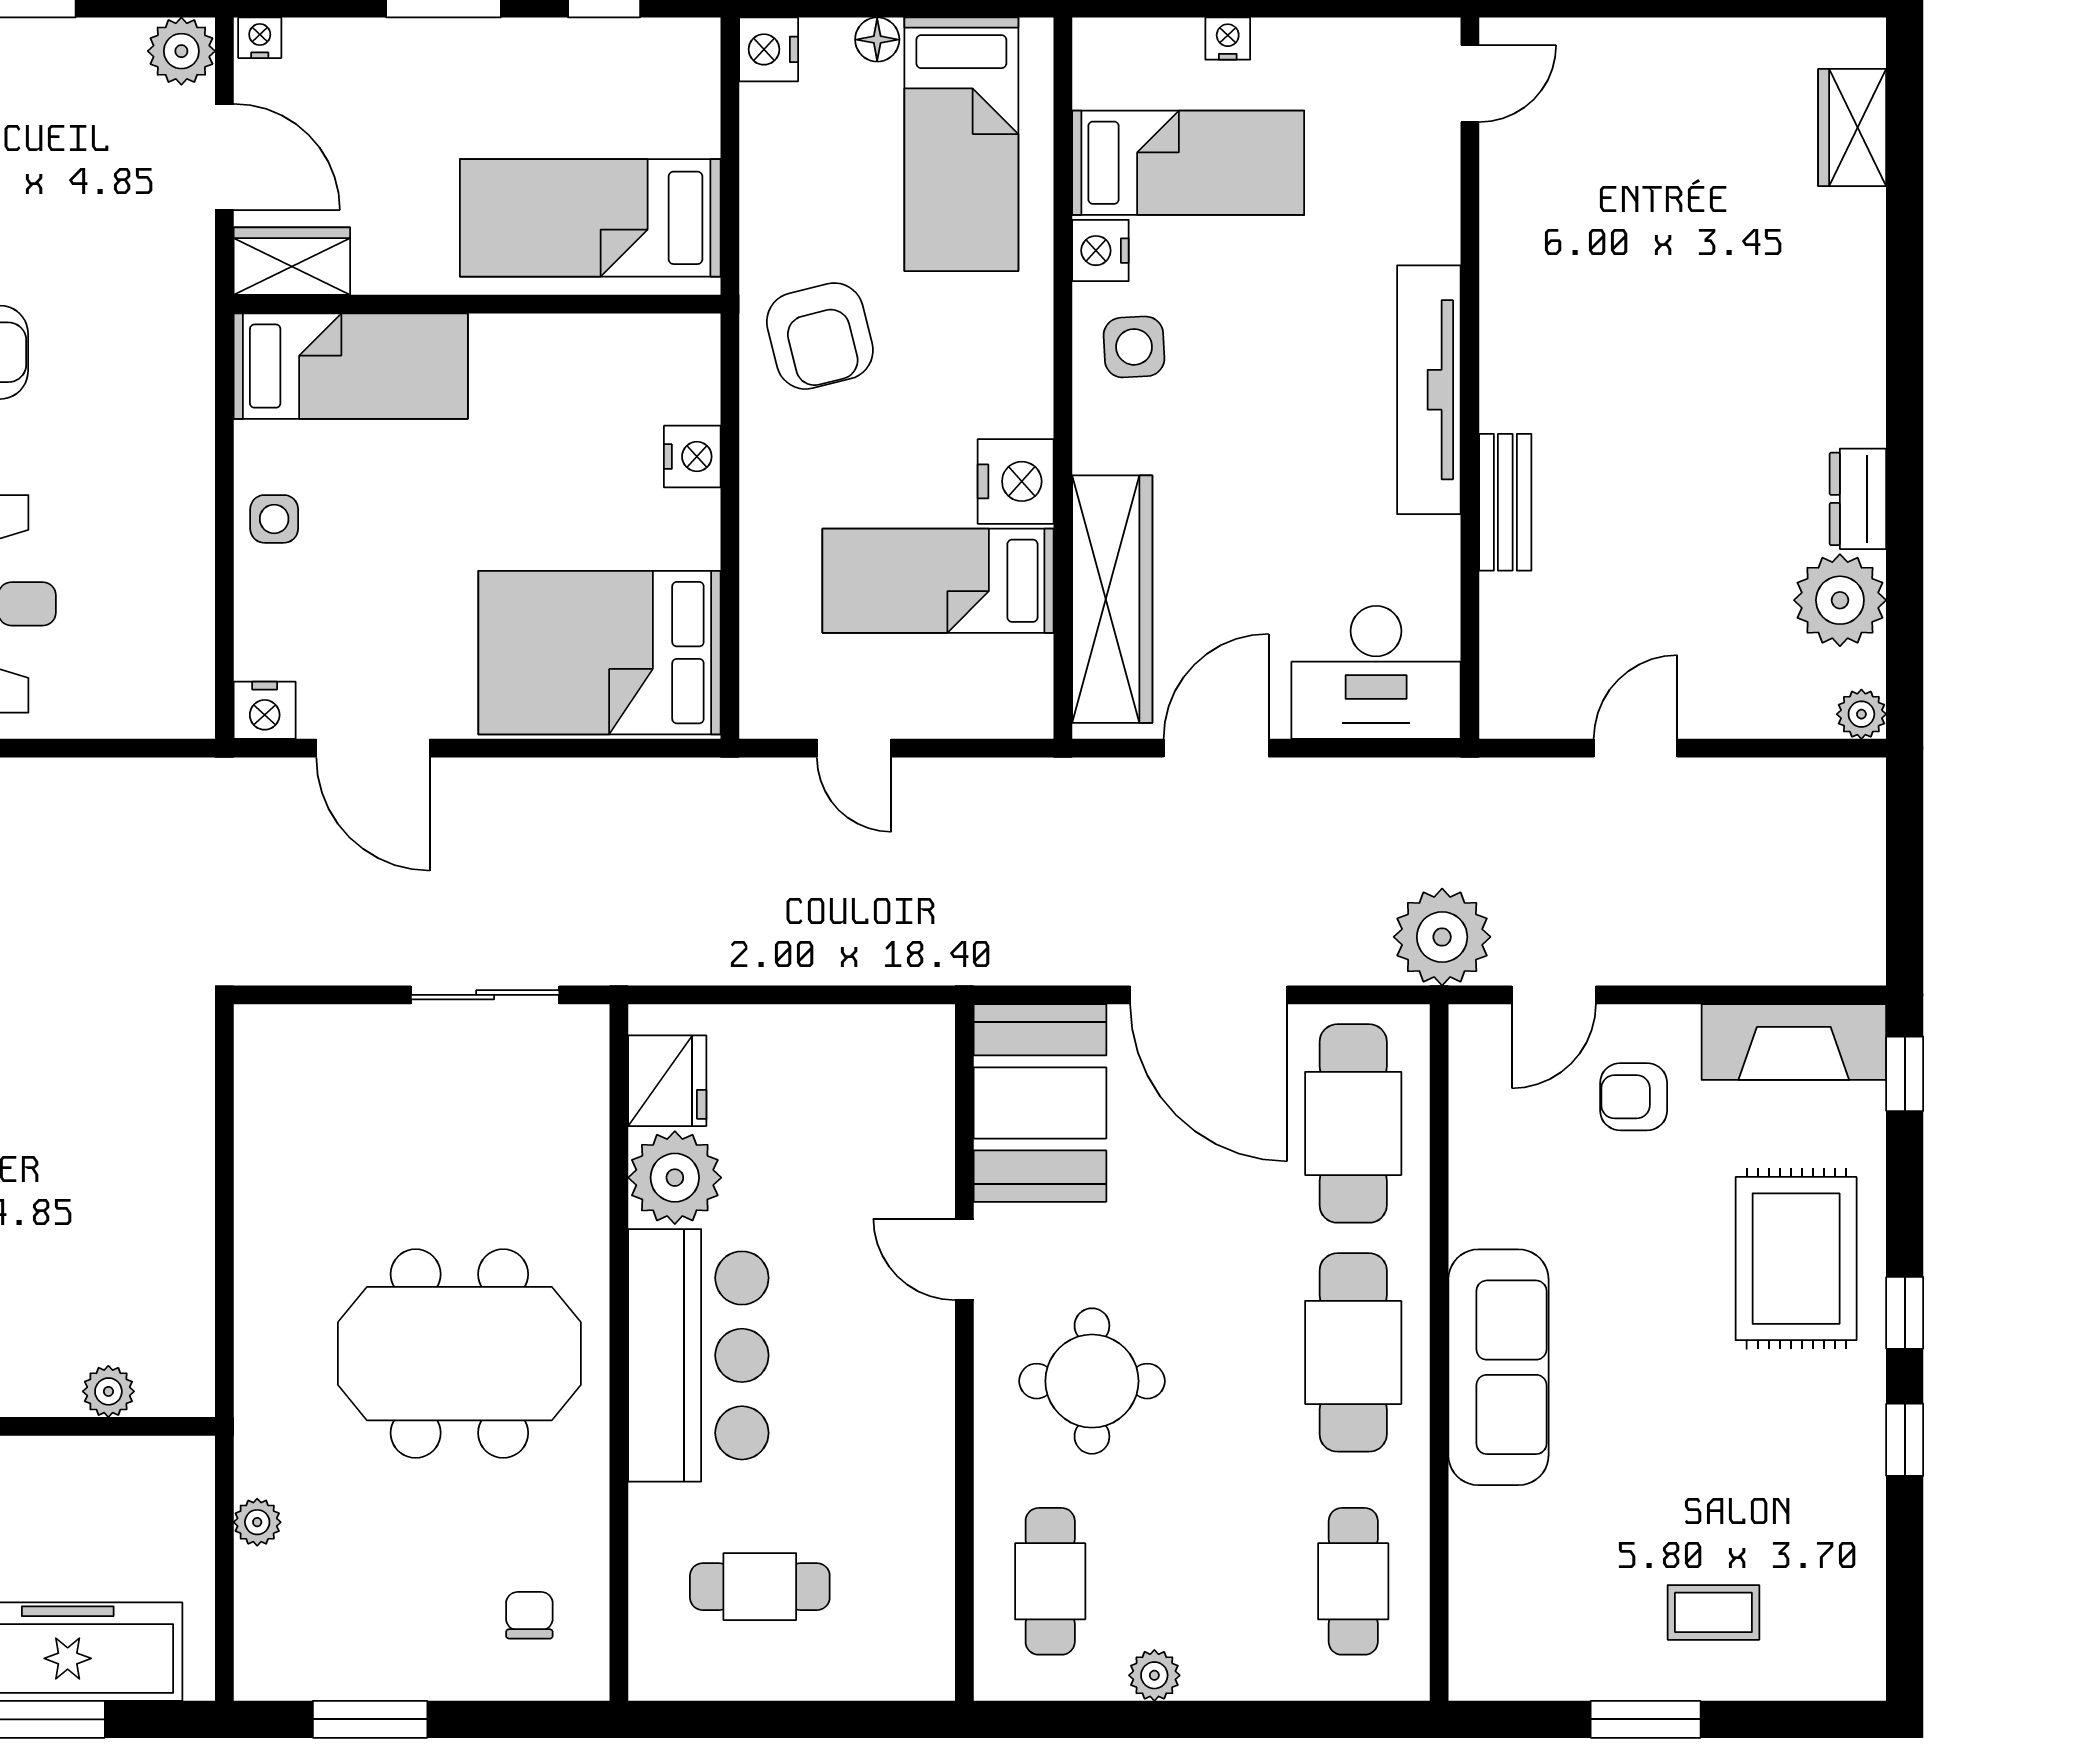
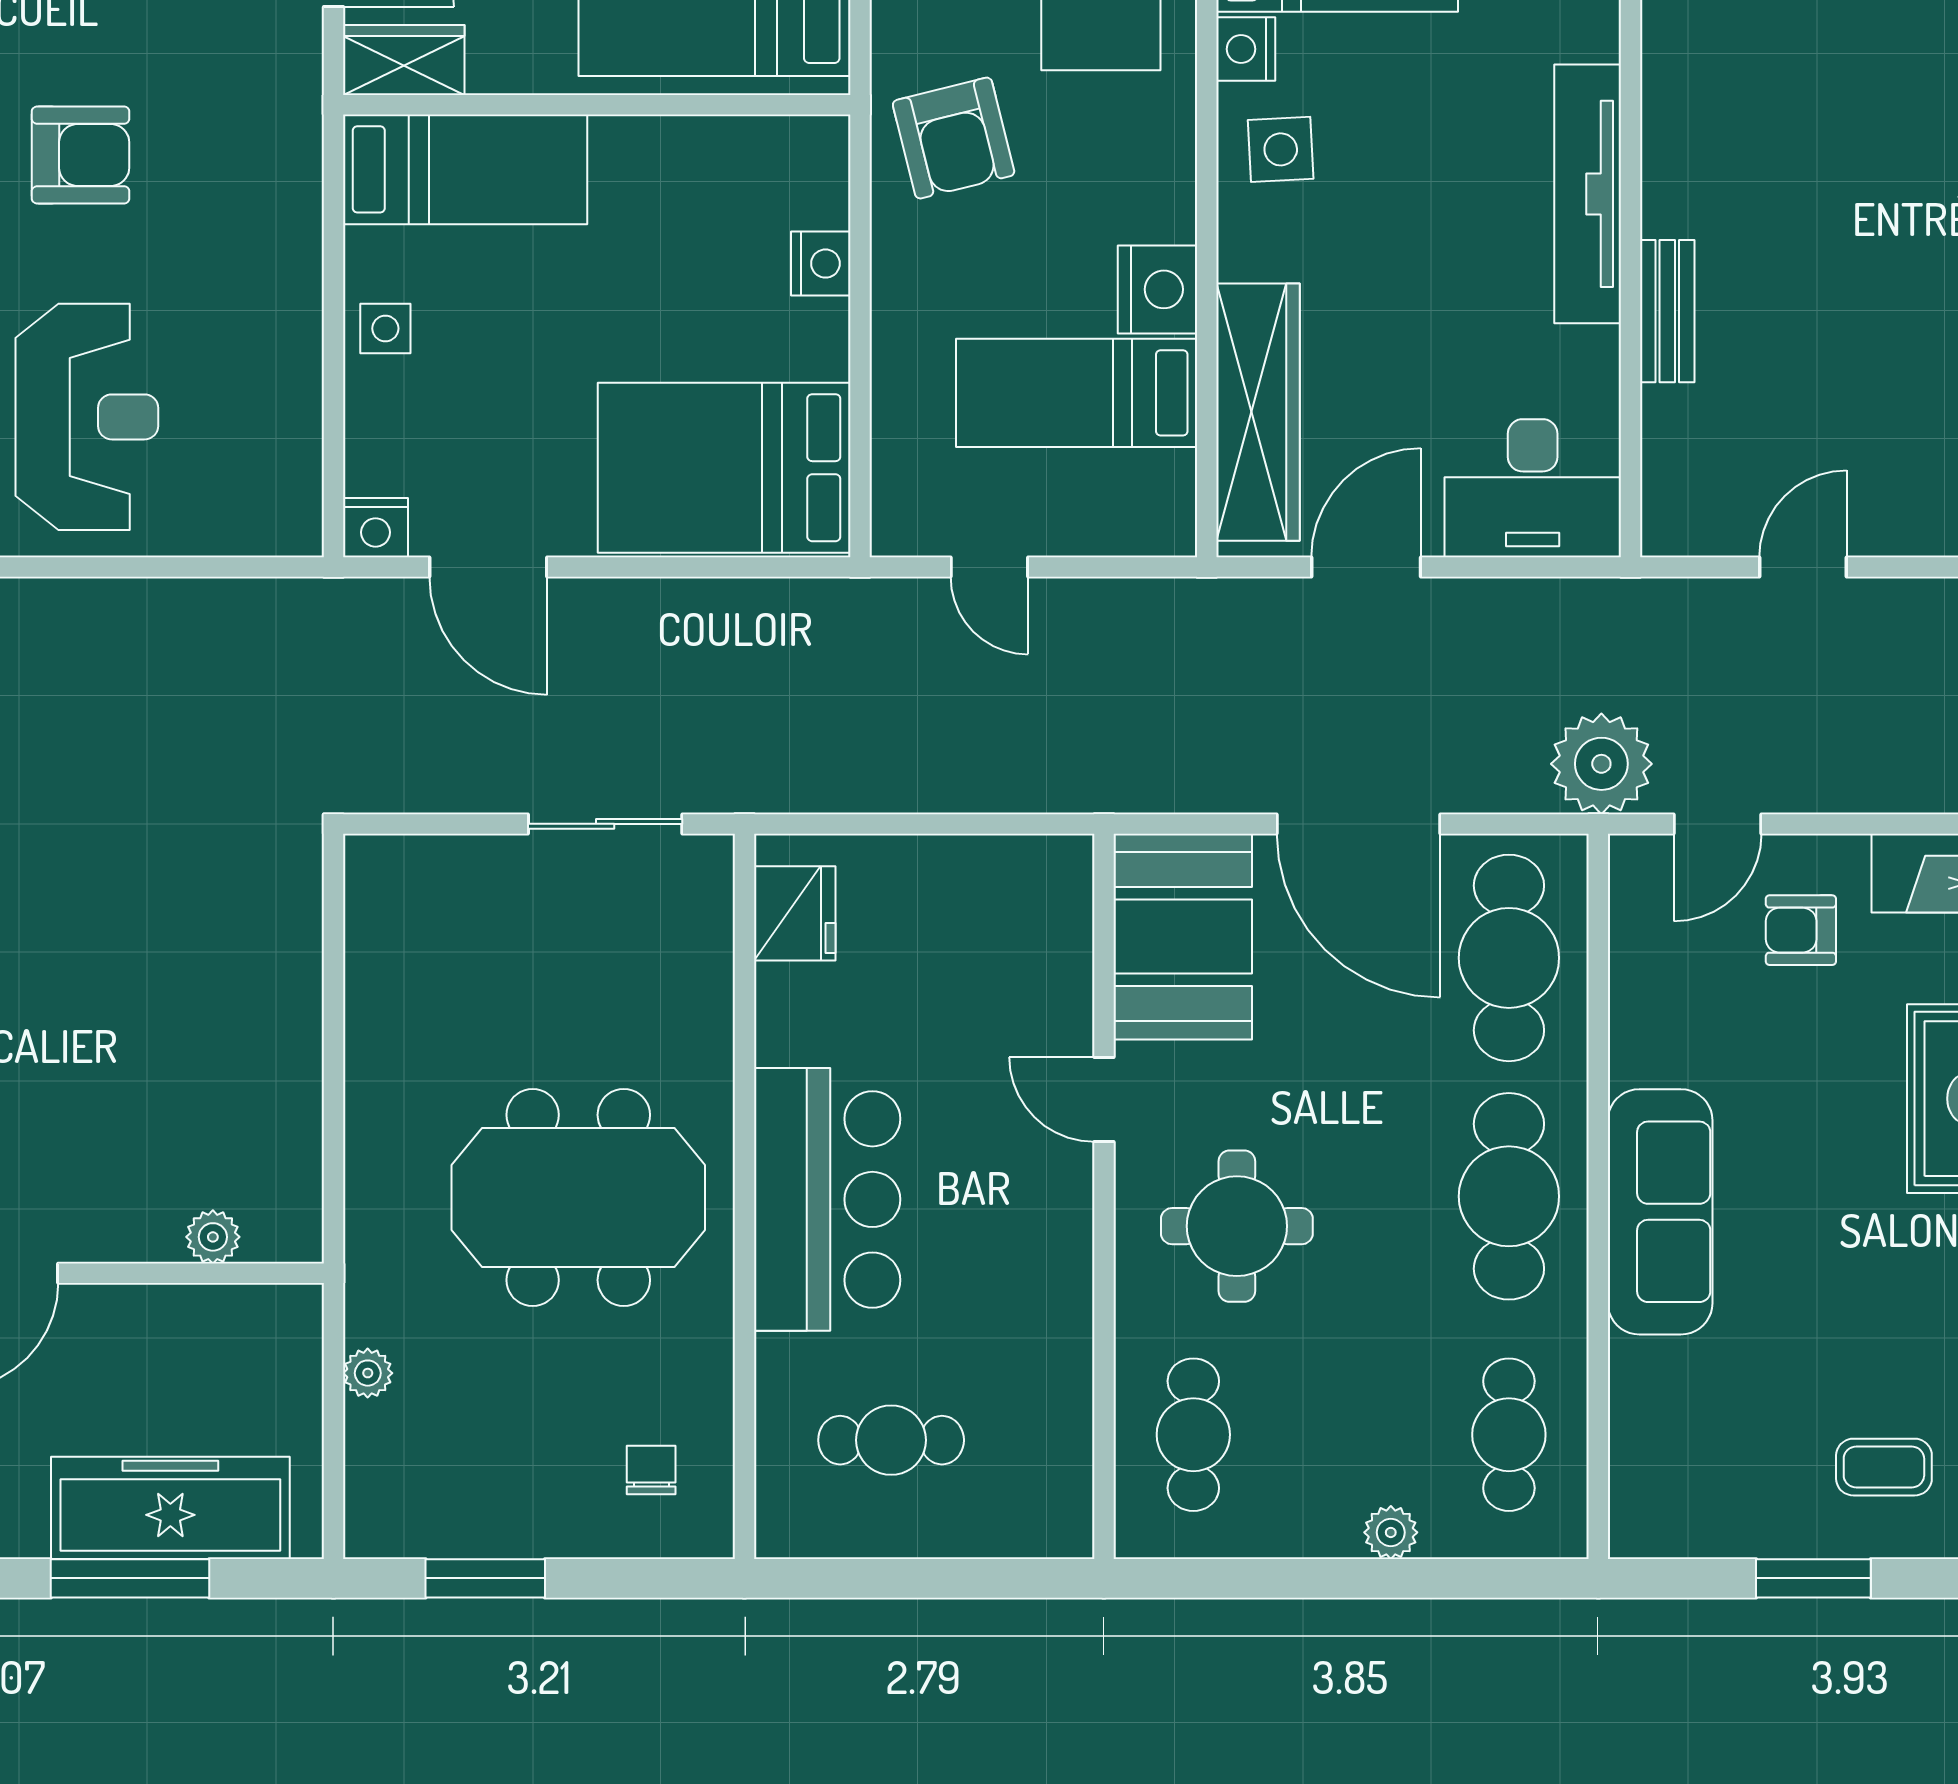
plant: (675, 1178) -> (803, 1014), removed
plant: (1154, 1675) -> (1391, 1532), moved

